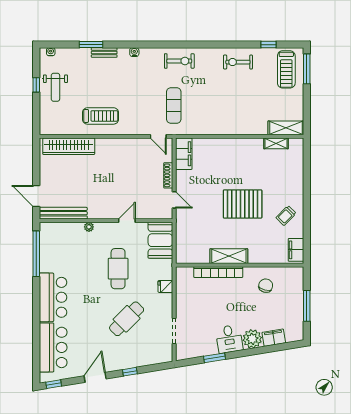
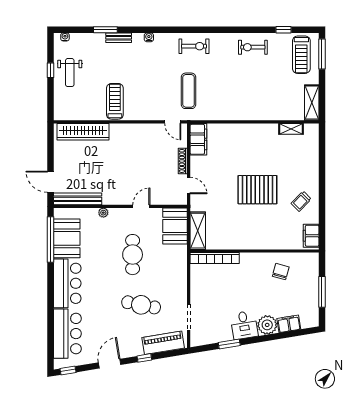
treadmill: (100, 116) -> (115, 101), turned -90
shelving: (286, 128) -> (312, 103), moved, turned 90
booth: (52, 253) -> (67, 238), added
shelving: (229, 256) -> (198, 231), moved, turned 90
bookcase: (218, 272) -> (215, 258), moved
fridge: (165, 286) -> (180, 272), removed
cafe table: (127, 319) -> (141, 305), turned 56
piano: (149, 357) -> (163, 343), added

